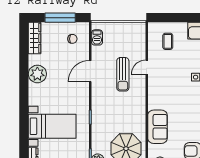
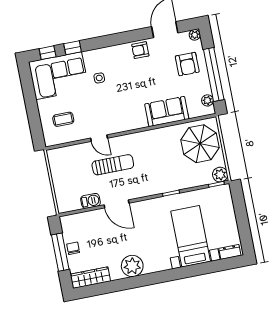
barbecue: (97, 37) -> (91, 201), moved
chair: (72, 39) -> (73, 248), moved

